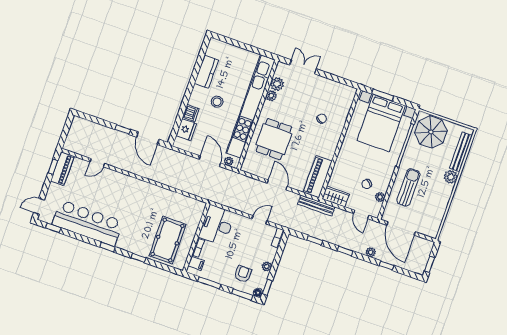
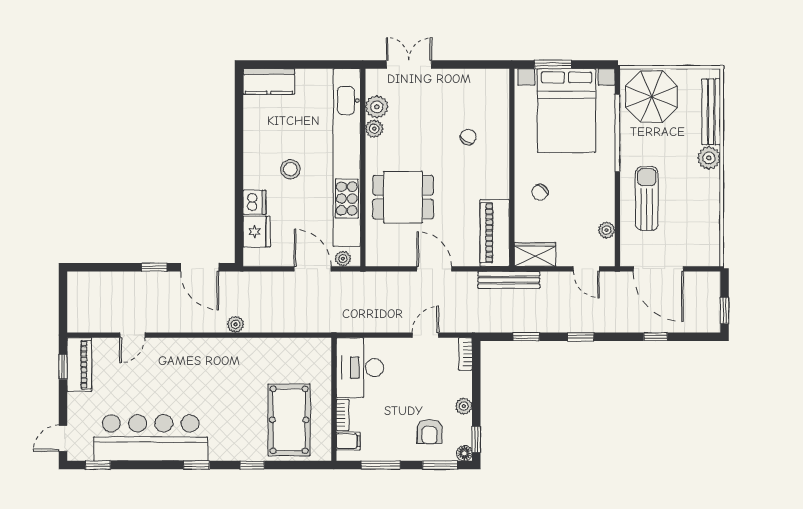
kitchen counter: (206, 72) -> (269, 81), moved, turned 90
dining table: (274, 139) -> (403, 197), turned 90
chair: (367, 184) -> (540, 192), moved
plant: (371, 252) -> (235, 324), moved
armchair: (243, 274) -> (429, 432), turned 180

